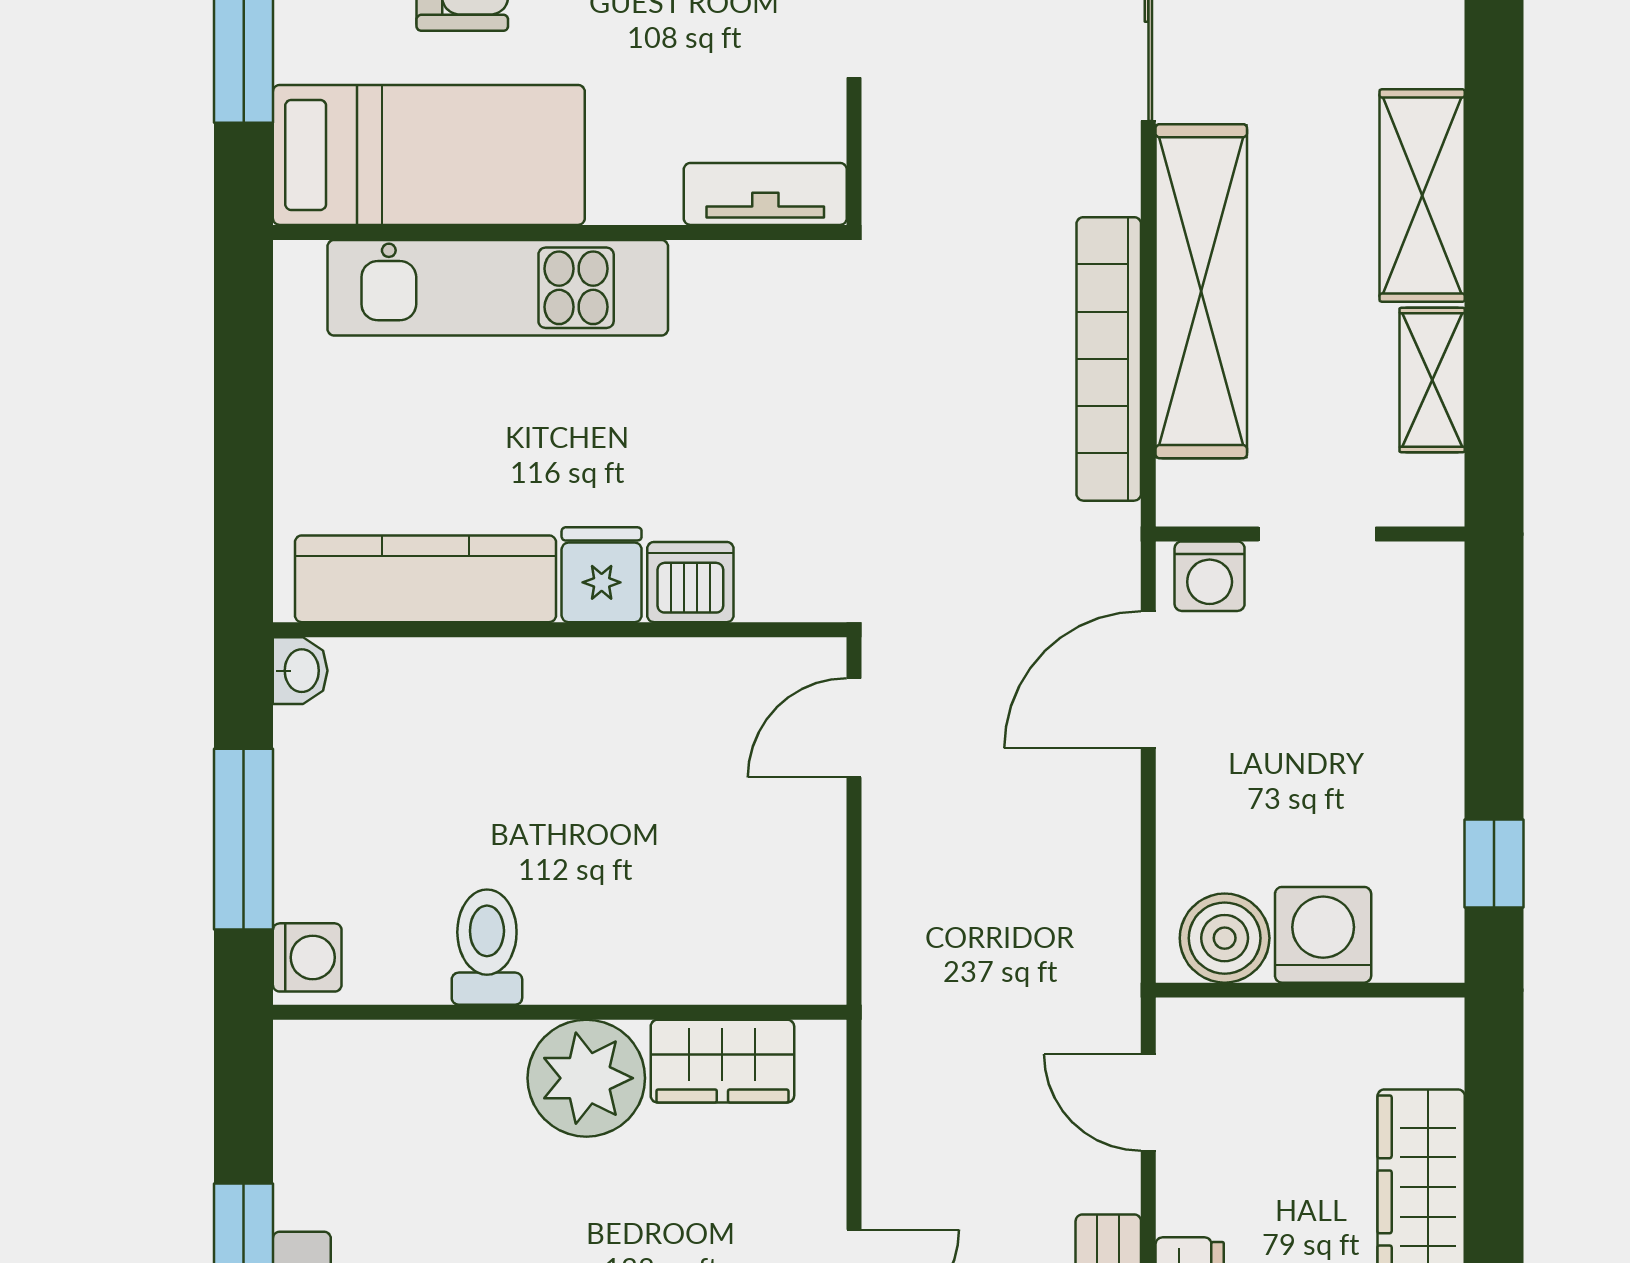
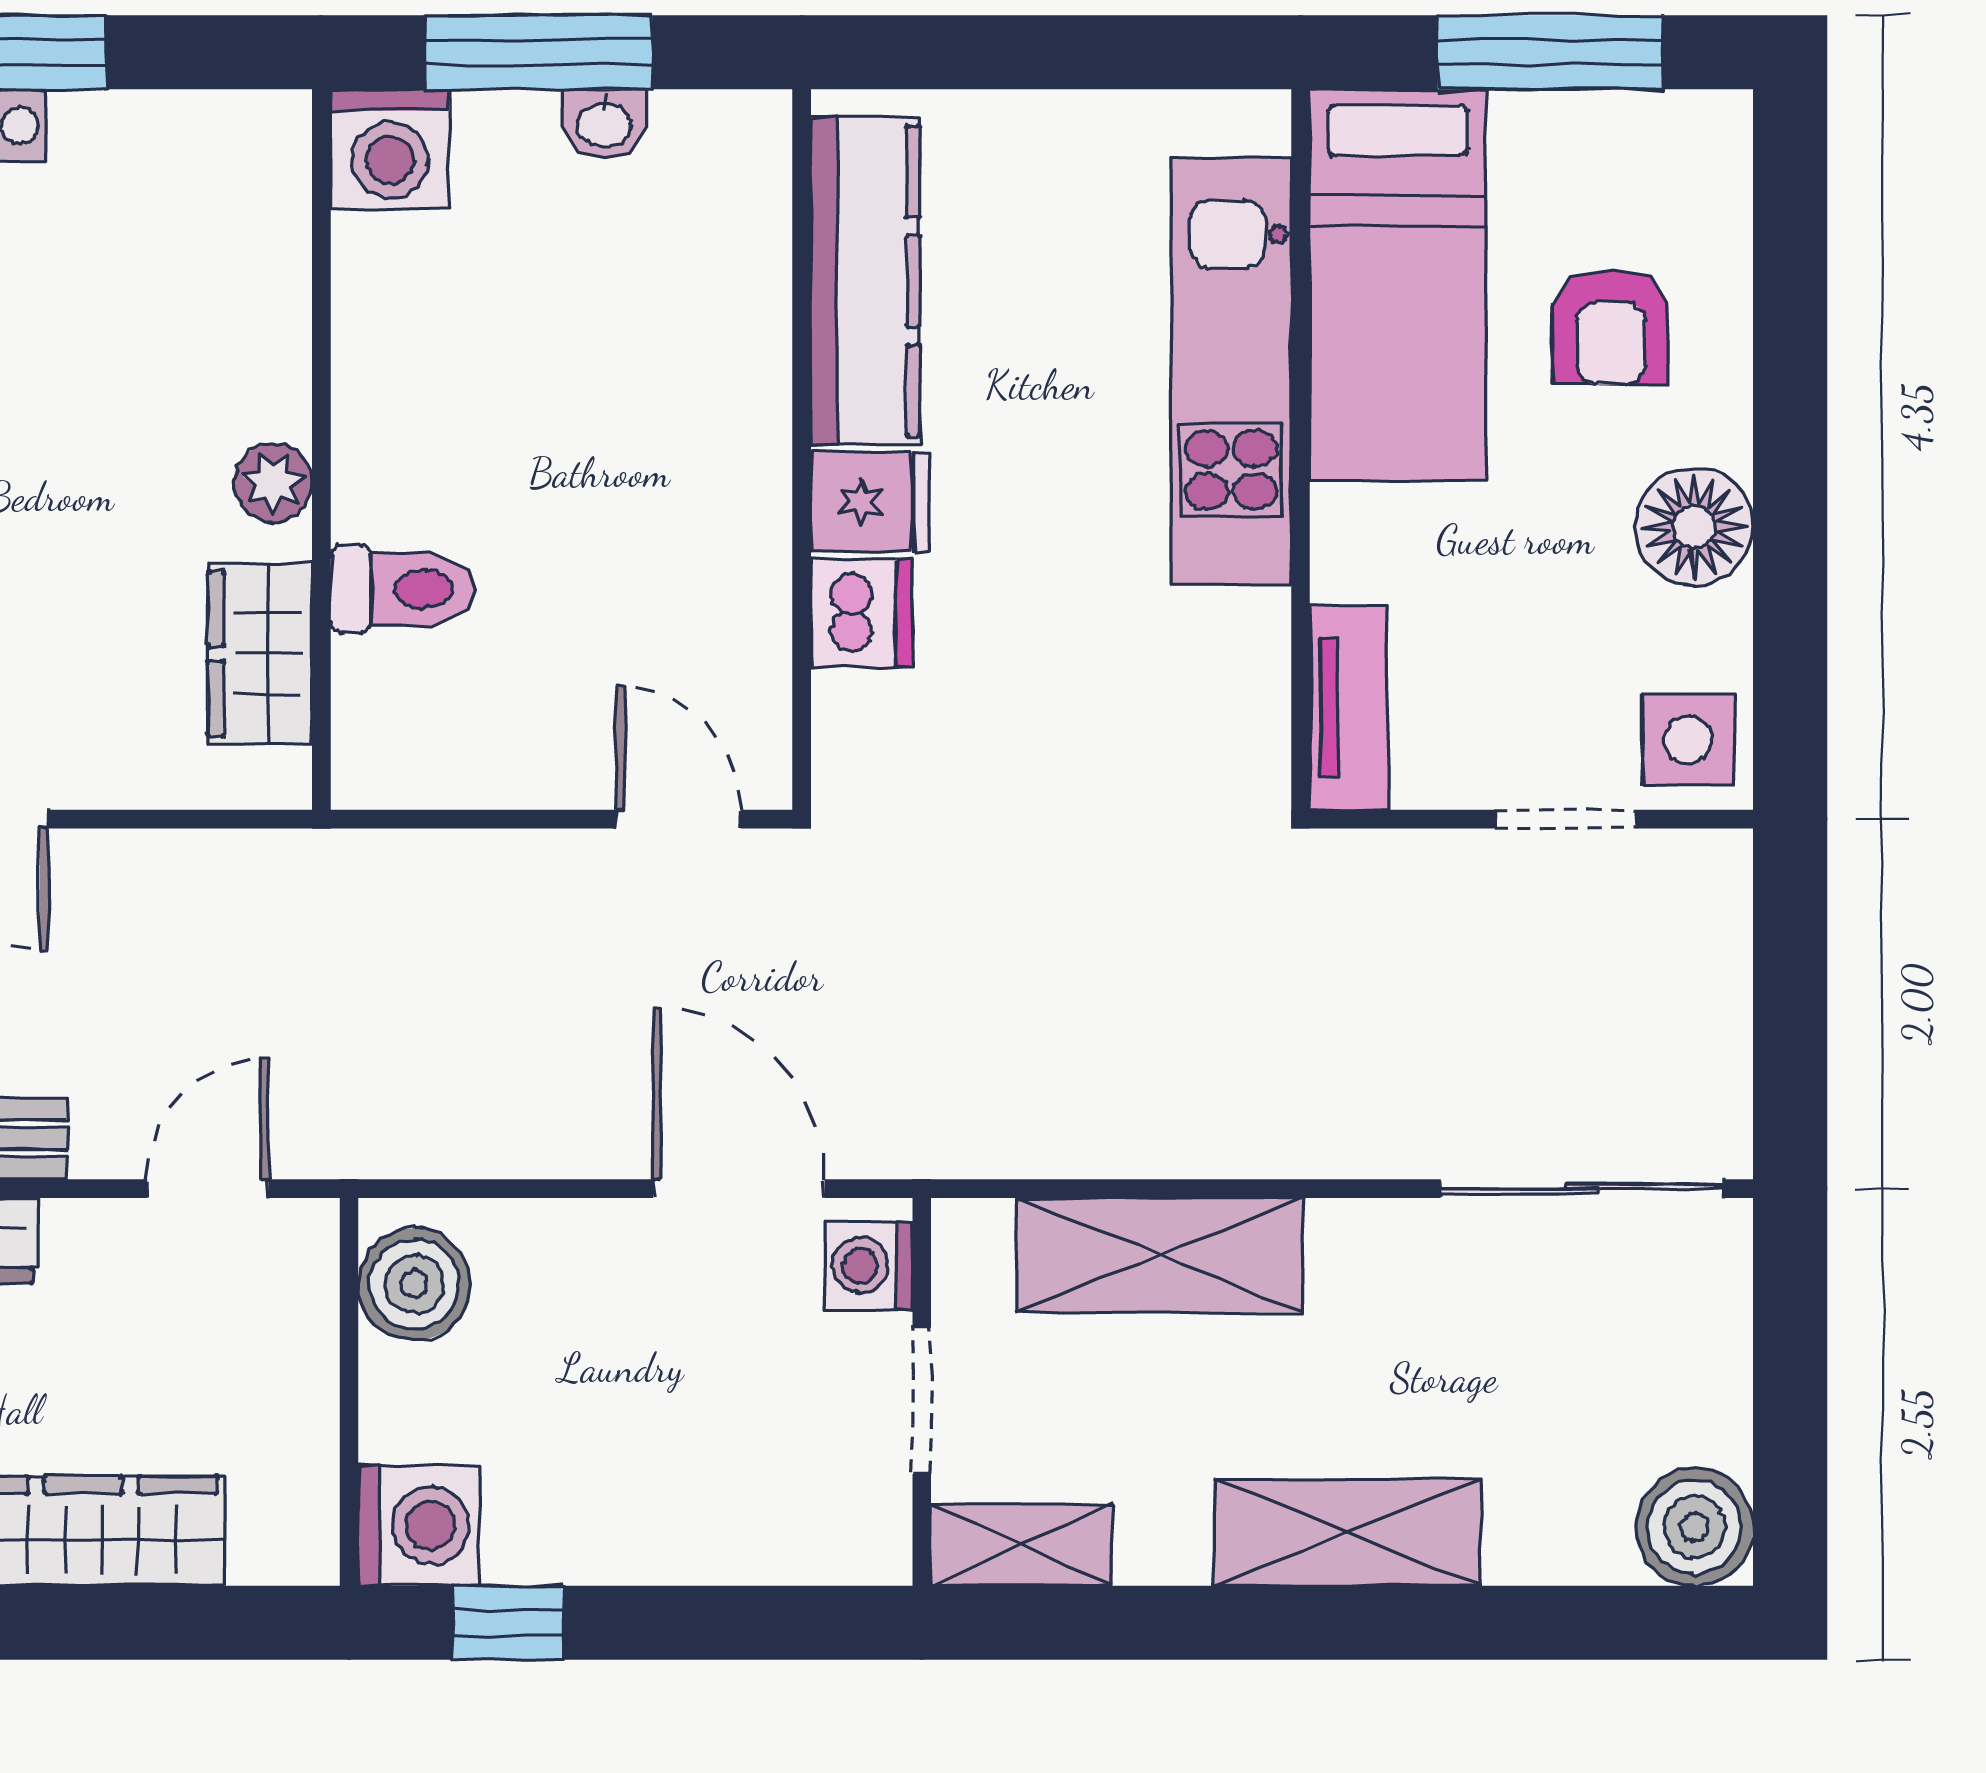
shelving: (1201, 291) -> (1160, 1255), width x0.68
bookcase: (1109, 359) -> (1142, 1139), removed
shelving: (1432, 380) -> (1022, 1545), moved
washbasin: (300, 671) -> (604, 123), moved
washing machine: (1323, 935) -> (418, 1526), moved
toilet: (487, 947) -> (403, 589), moved
washing machine: (307, 957) -> (390, 149), width x1.38, depth x1.38
plant: (586, 1078) -> (273, 483), width x0.53, depth x0.53

